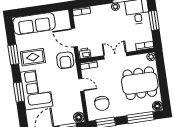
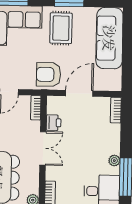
printer: (85, 53) -> (54, 123), moved

